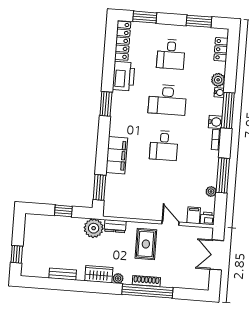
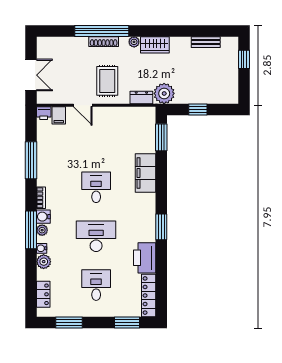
plant: (211, 191) -> (42, 230), moved
bench: (63, 274) -> (206, 42), moved

